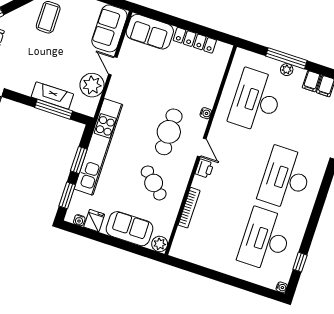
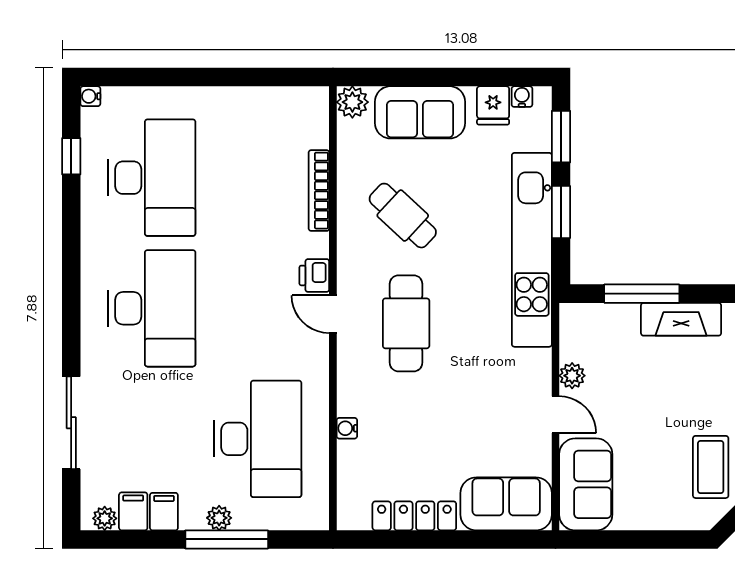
plant: (92, 85) -> (572, 376), width x0.53, depth x0.53
fireplace: (52, 95) -> (681, 319), moved
water cooler: (206, 113) -> (347, 428), moved

